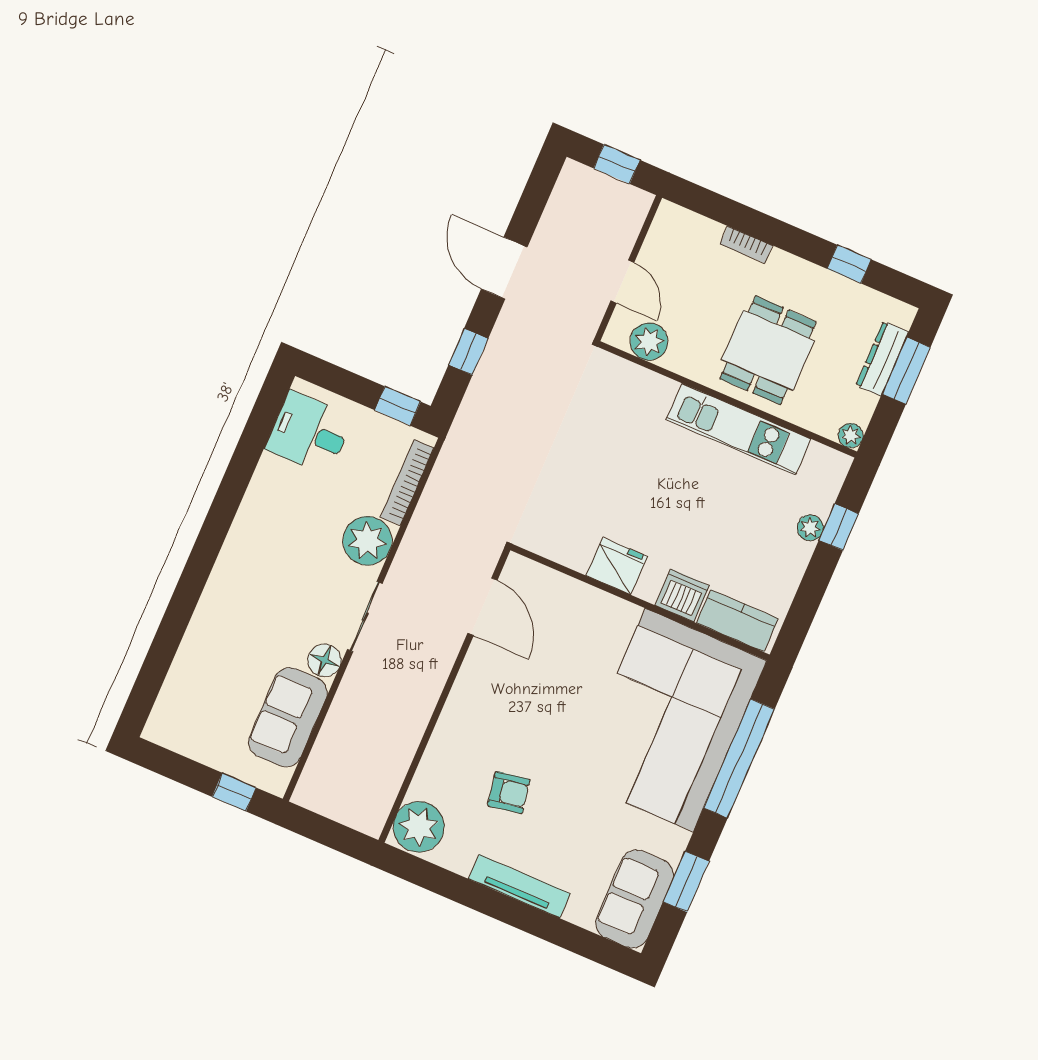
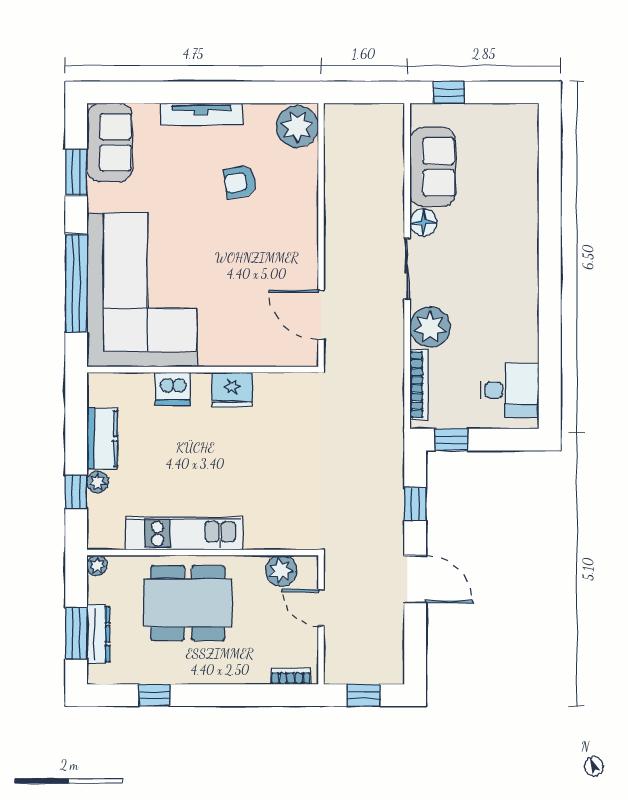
bookcase: (746, 245) -> (291, 676), moved
dining table: (768, 350) -> (188, 603), width x1.37
kitchen counter: (737, 621) -> (102, 439), moved, turned -90

